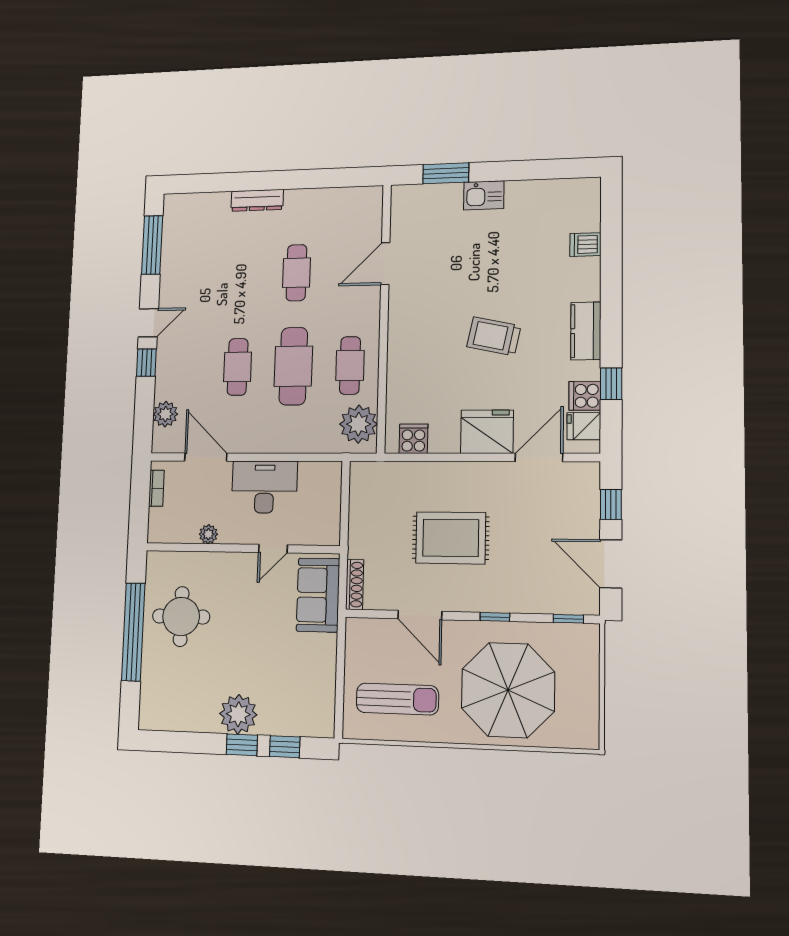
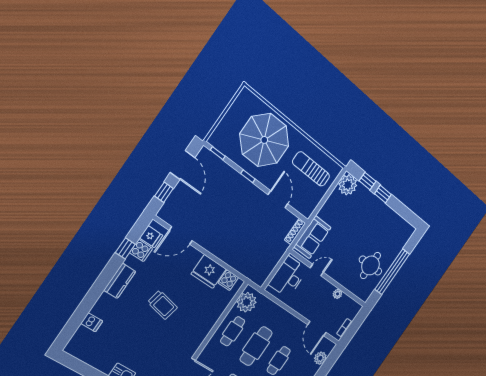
fridge: (487, 432) -> (209, 272), moved
desk: (264, 487) -> (288, 277), moved, turned 90
rug: (451, 538) -> (243, 225), removed
plant: (238, 714) -> (348, 185), moved

